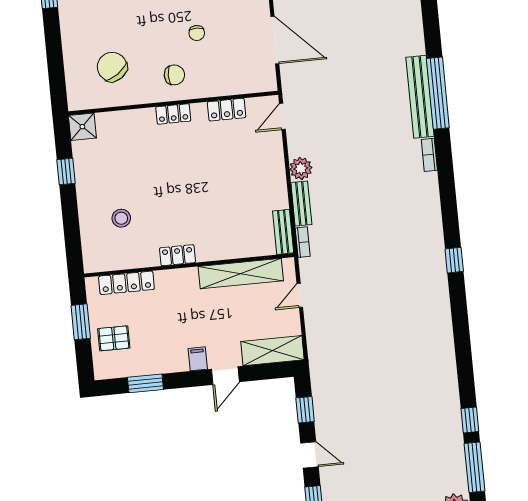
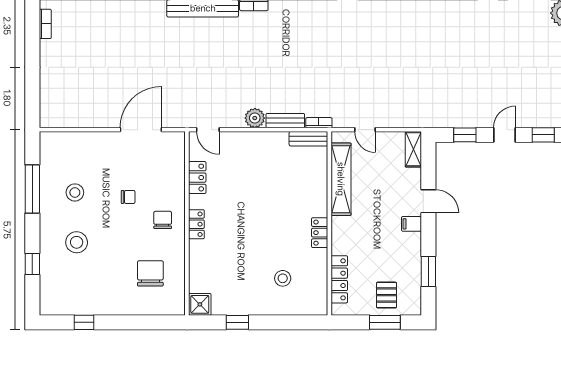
chair: (112, 67) -> (150, 273), turned 125
window: (81, 322) -> (385, 322), moved
shelving: (272, 351) -> (413, 149), width x0.67, depth x0.75

